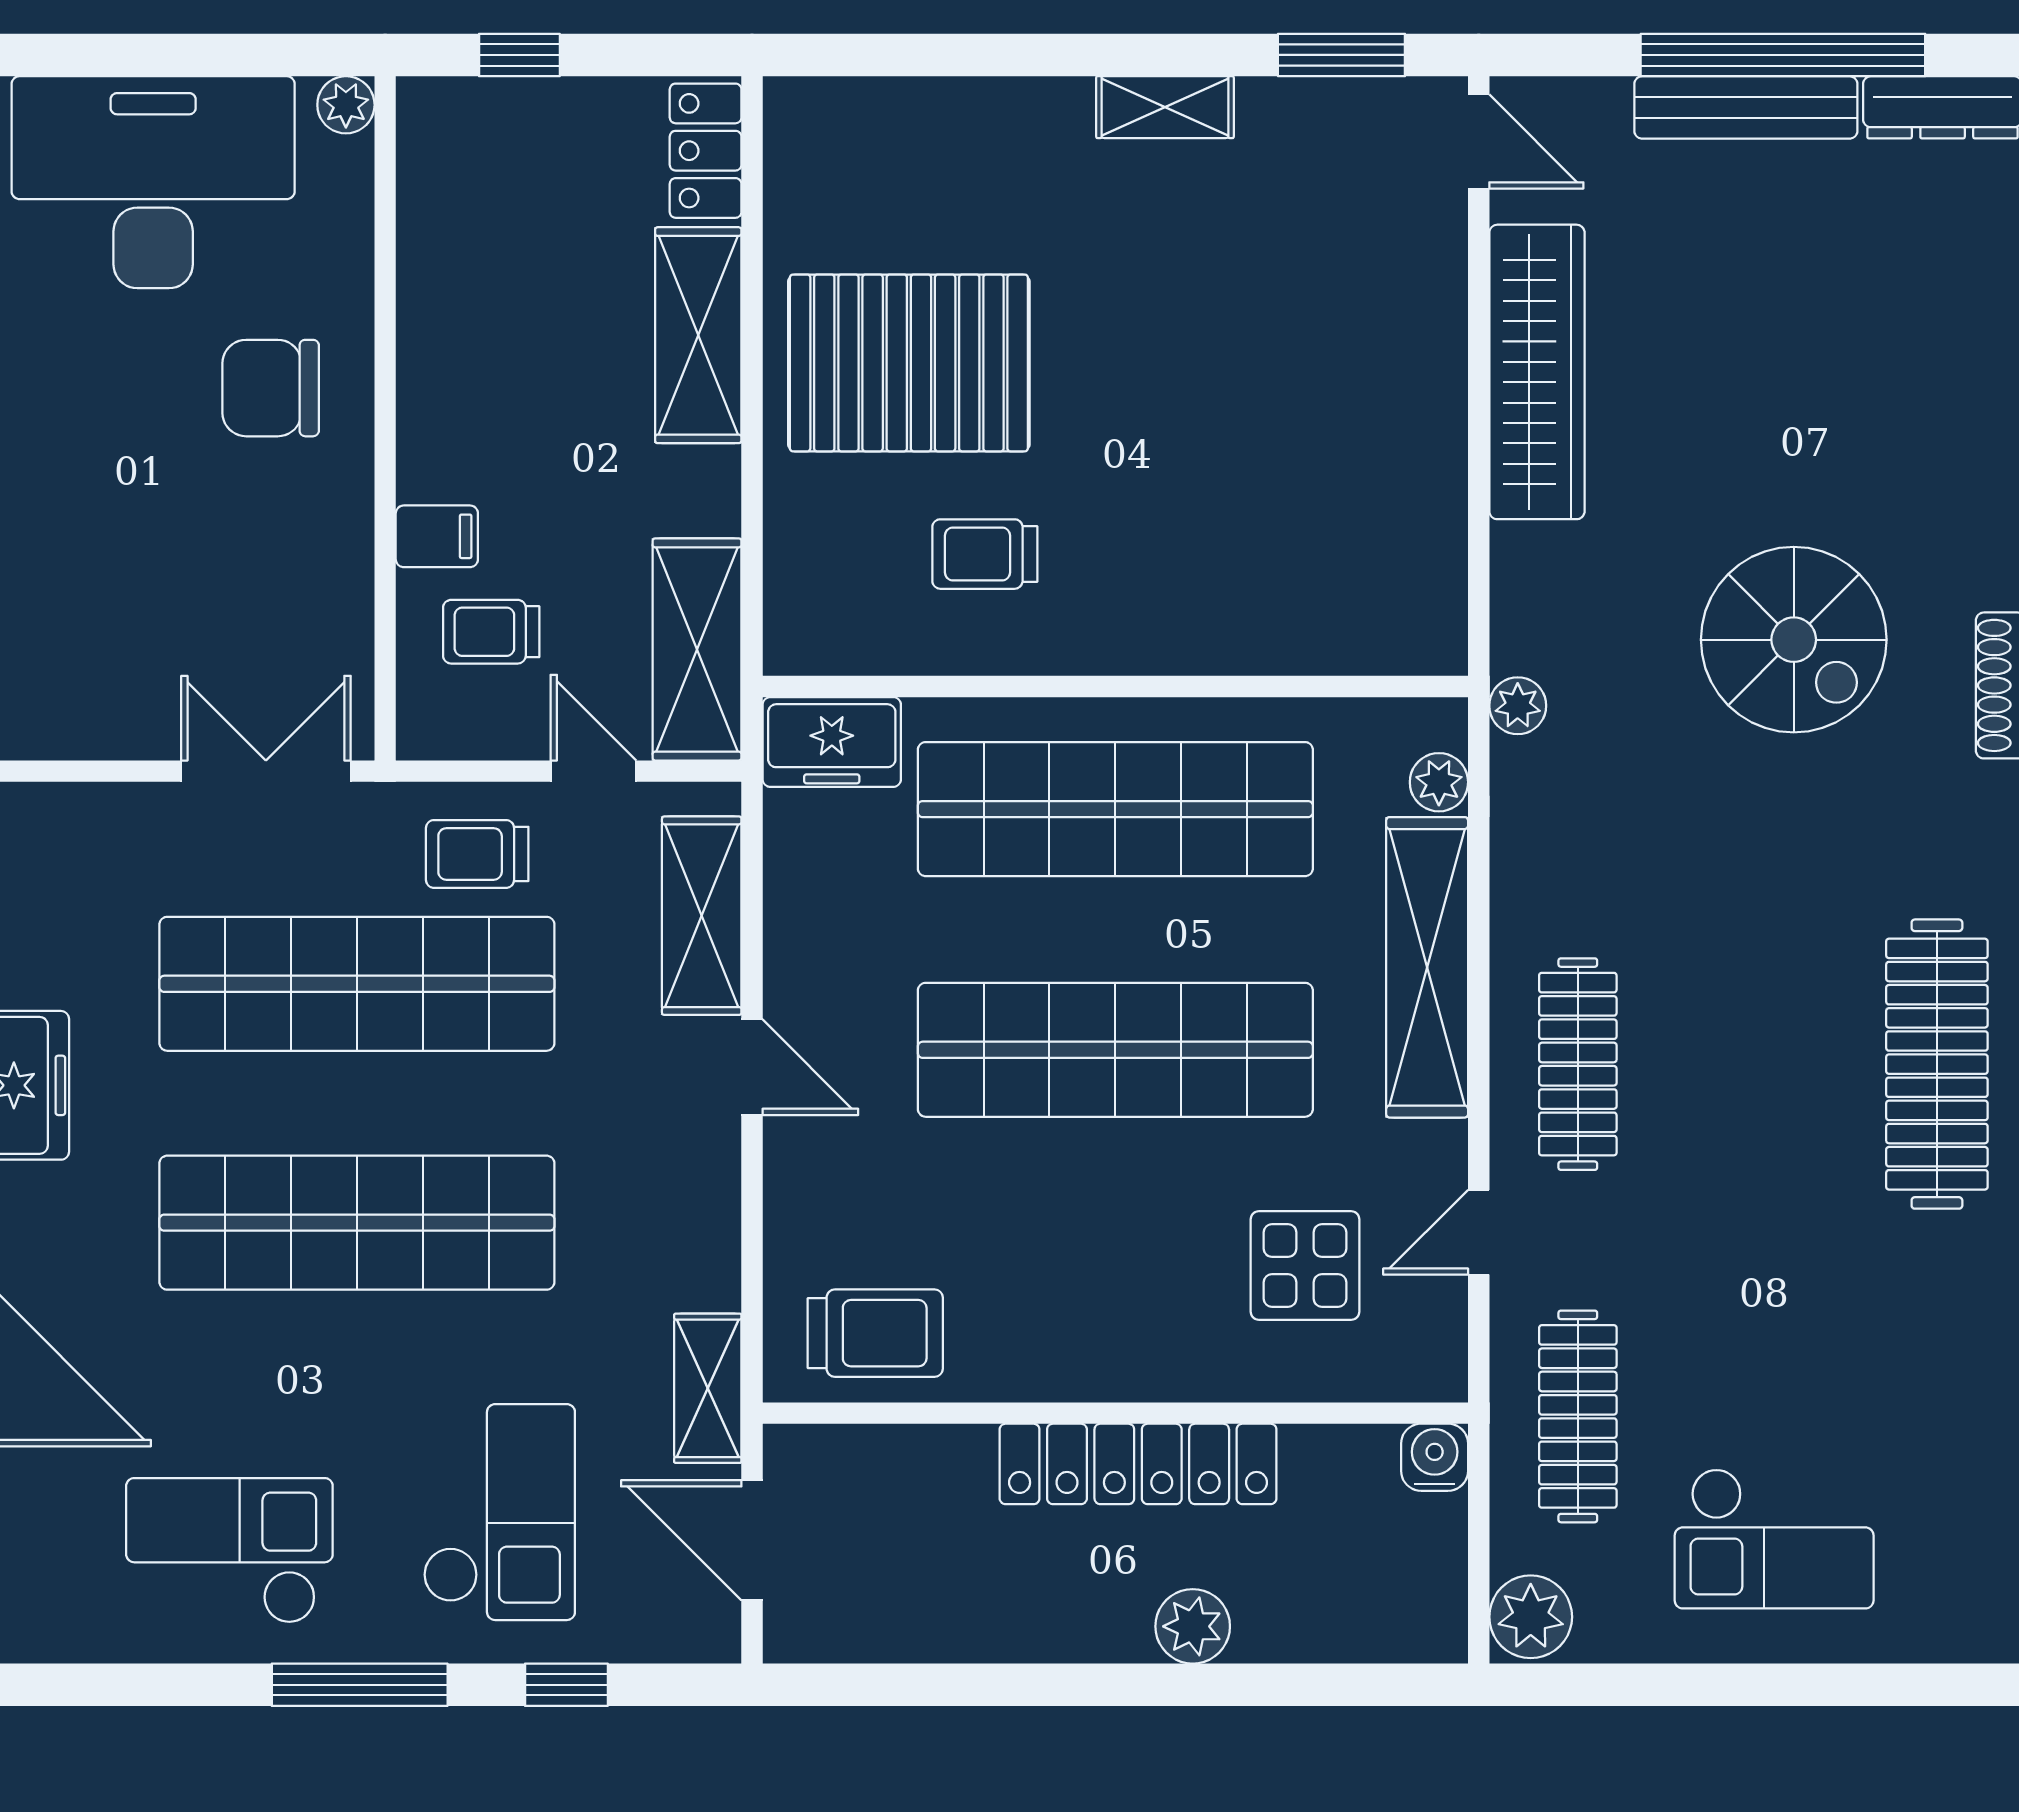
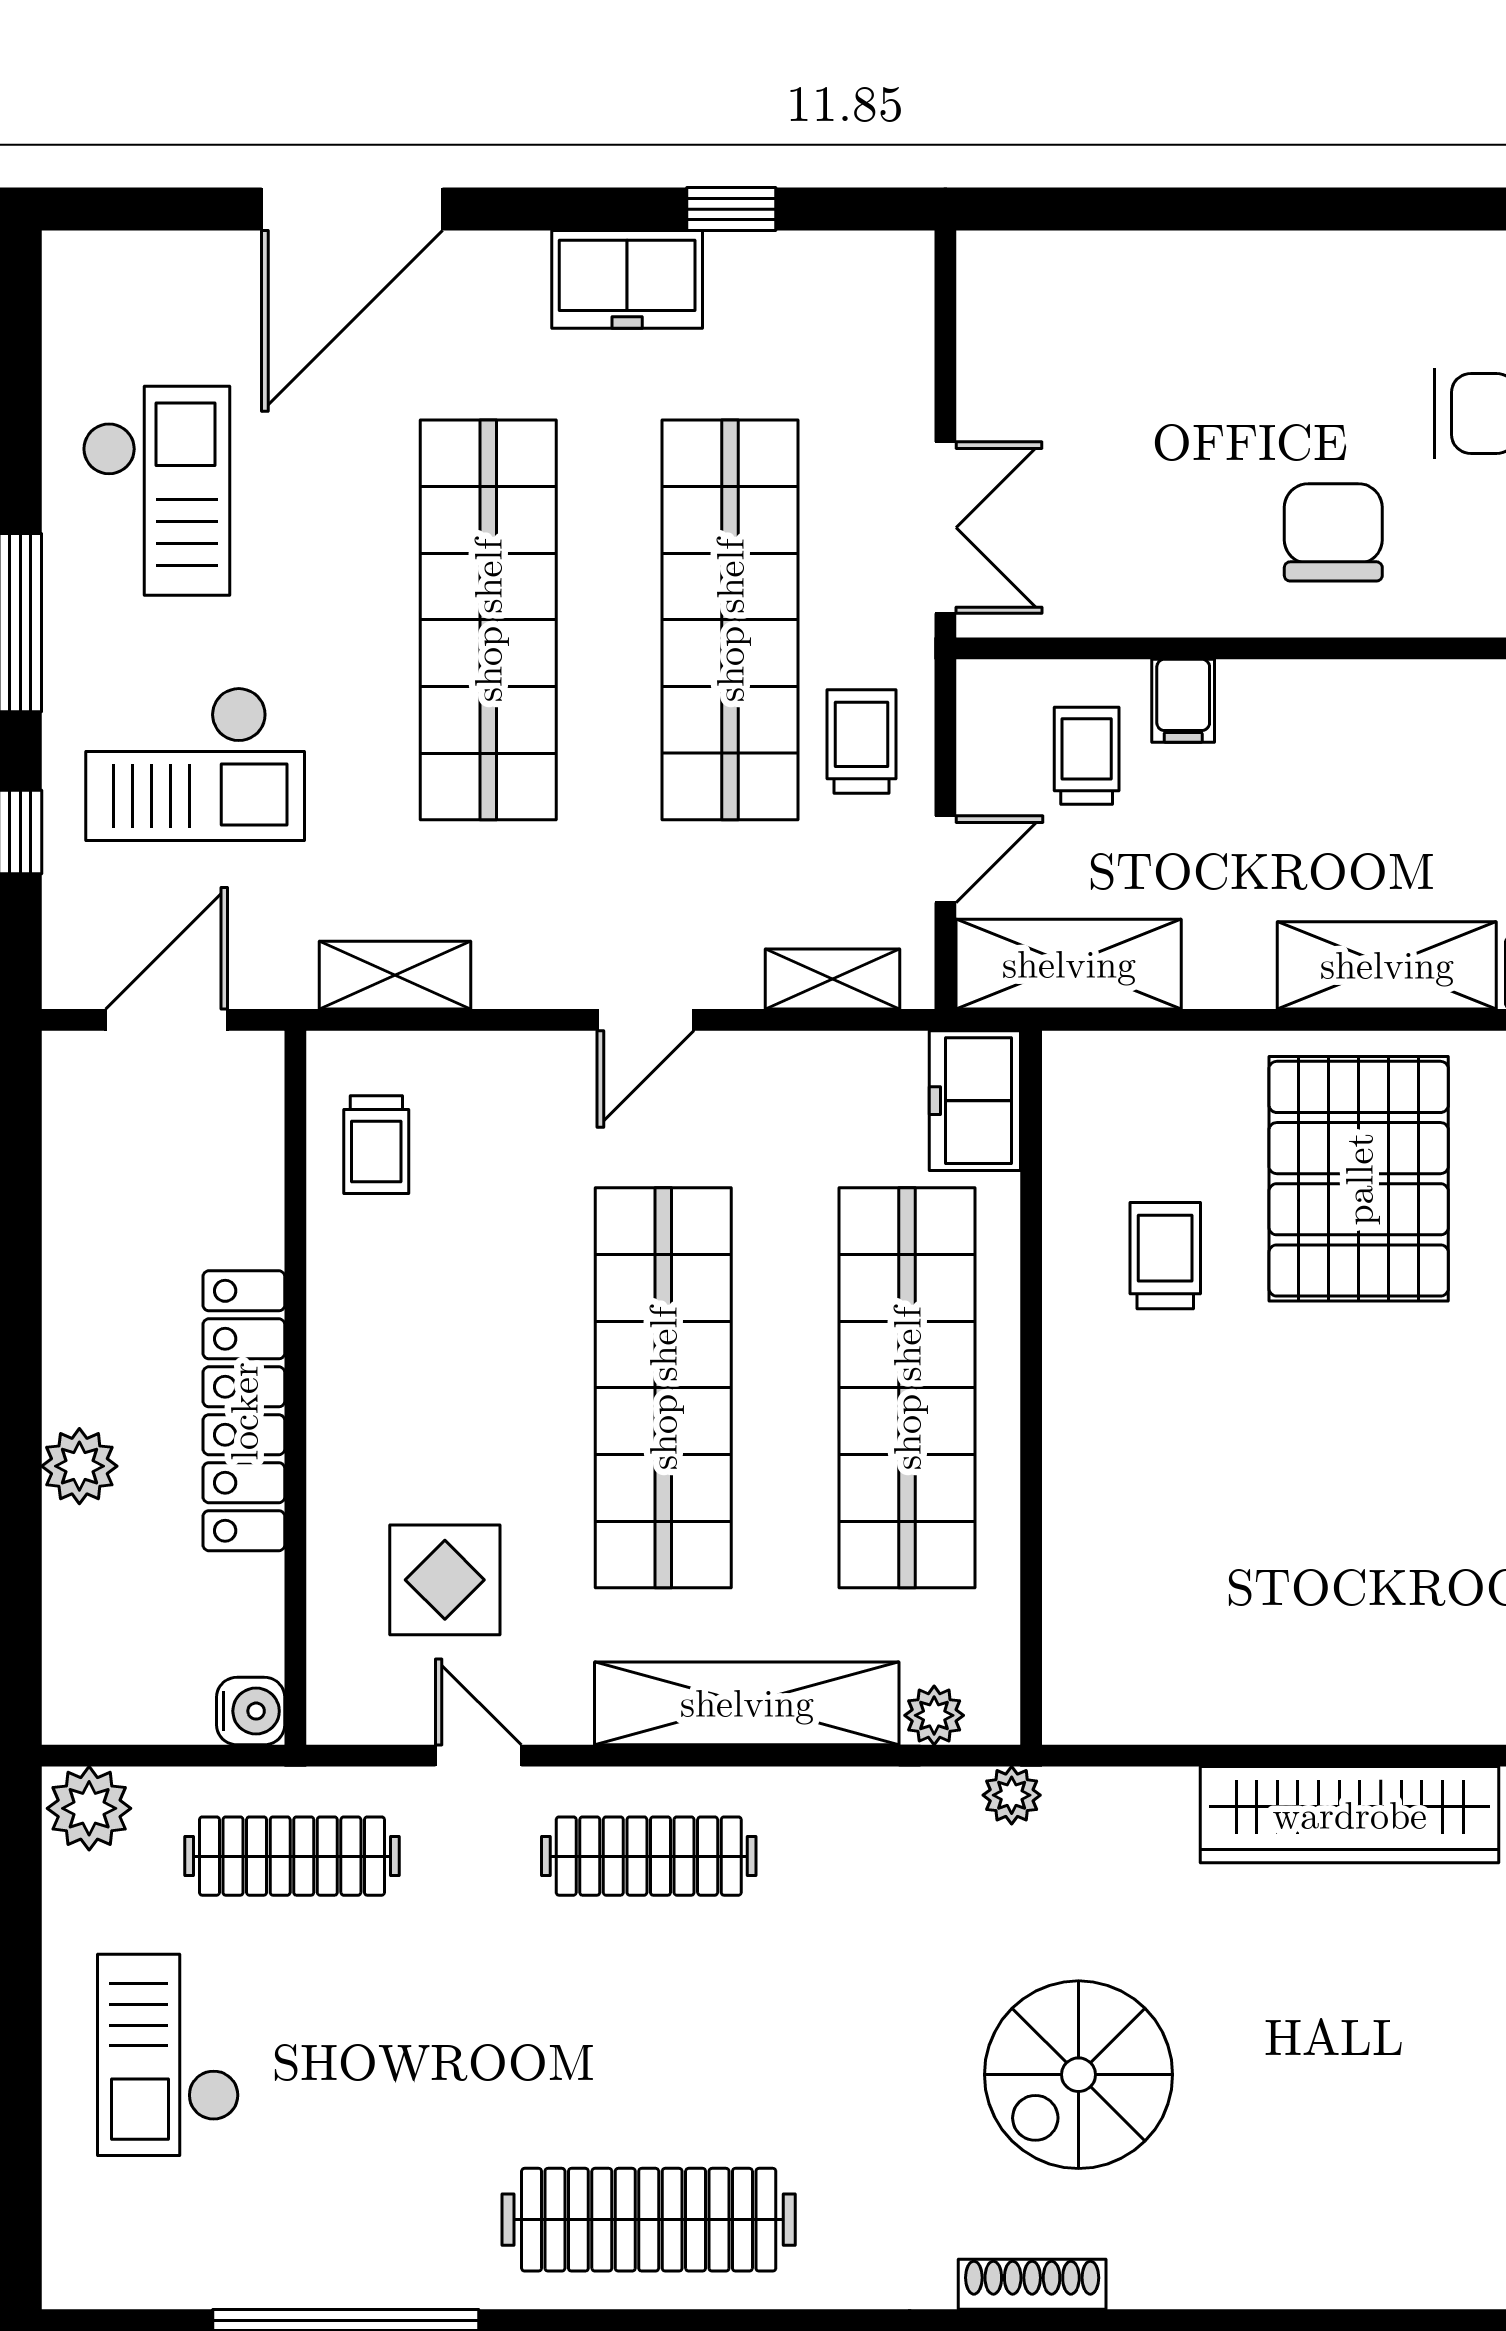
shelving: (702, 916) -> (832, 979), width x0.67, depth x0.75
trolley: (875, 1333) -> (376, 1145), width x0.73, depth x0.72
shelving: (708, 1388) -> (395, 975), moved

